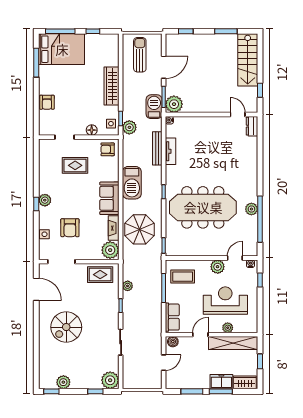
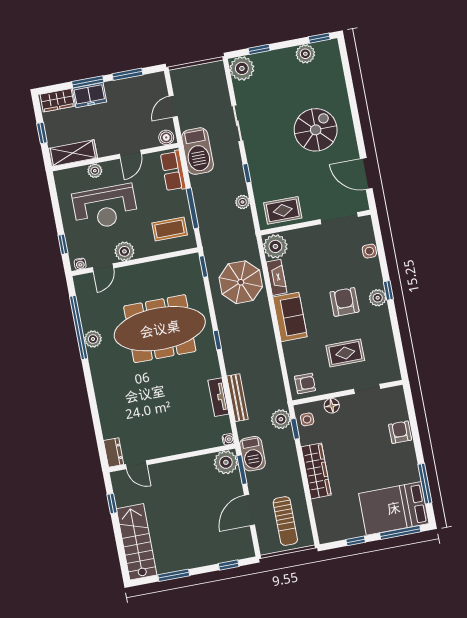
barbecue: (132, 183) -> (198, 151), moved, turned 180
armchair: (70, 228) -> (344, 302), moved
shelving: (233, 343) -> (73, 153), width x0.68

